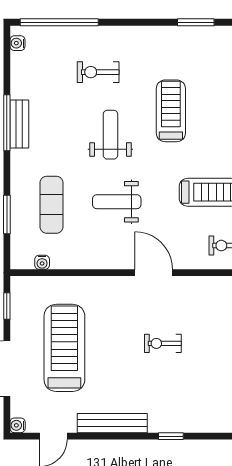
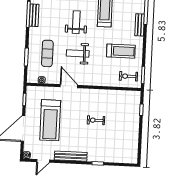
door: (154, 273) -> (69, 86), moved
treadmill: (64, 348) -> (50, 120), turned 180

